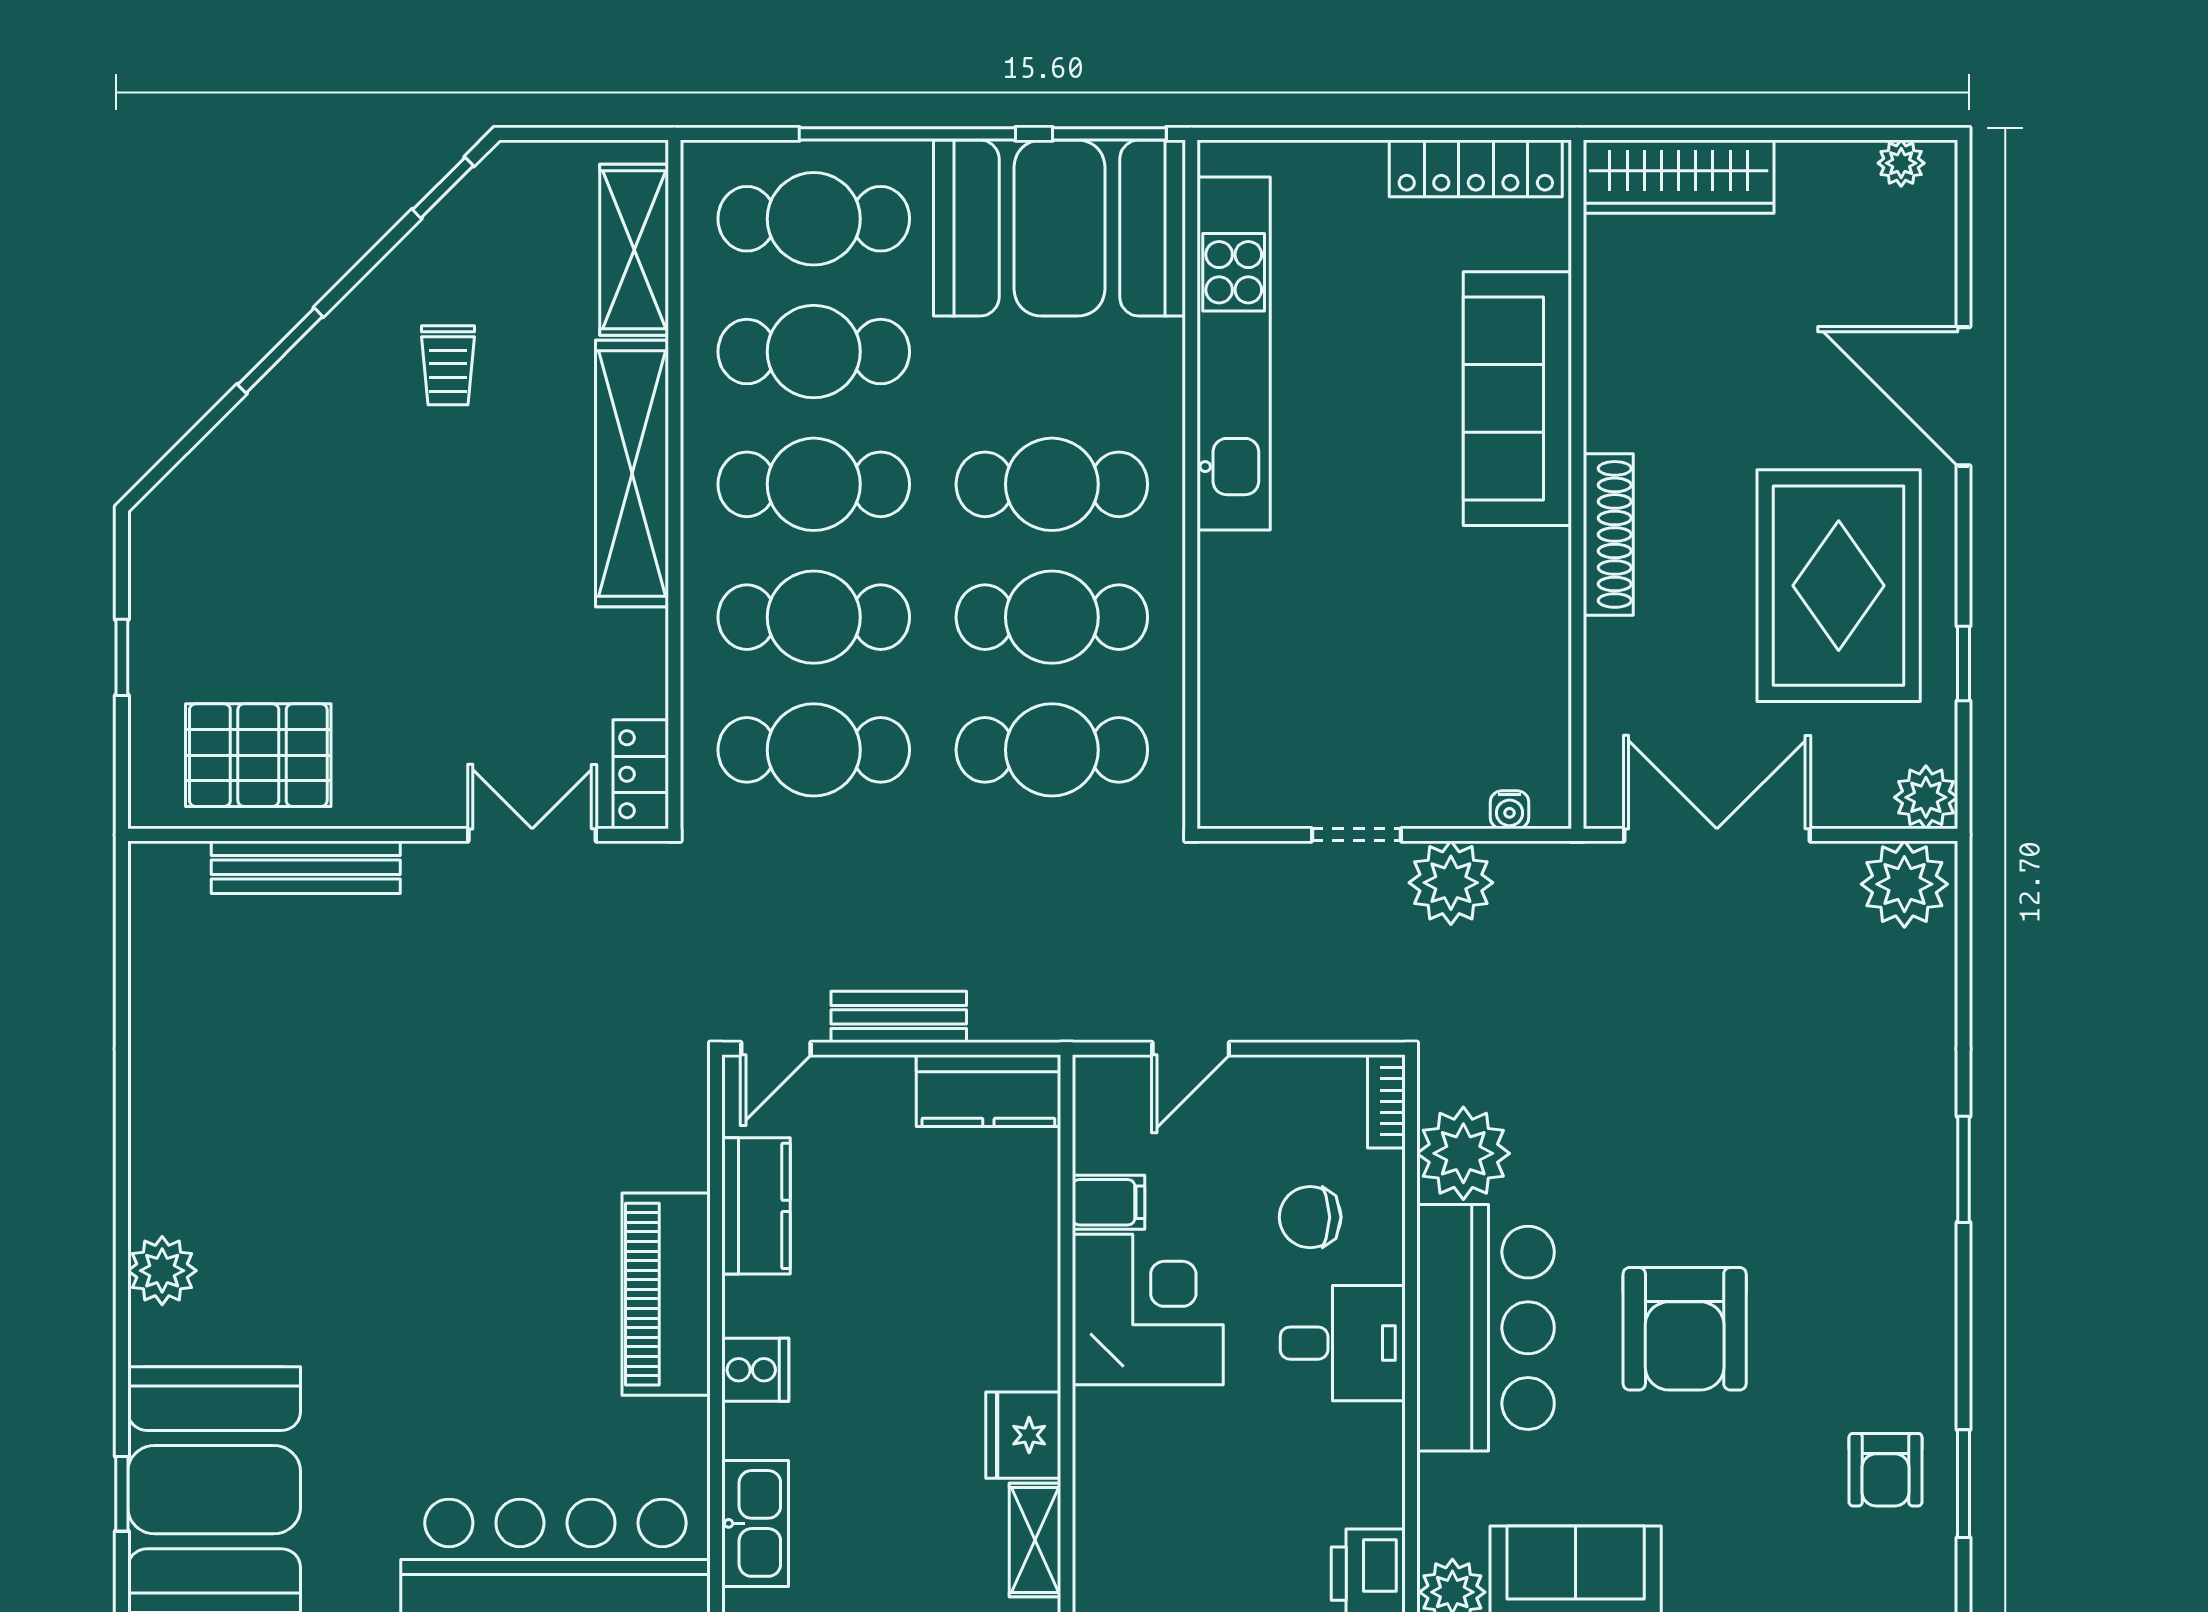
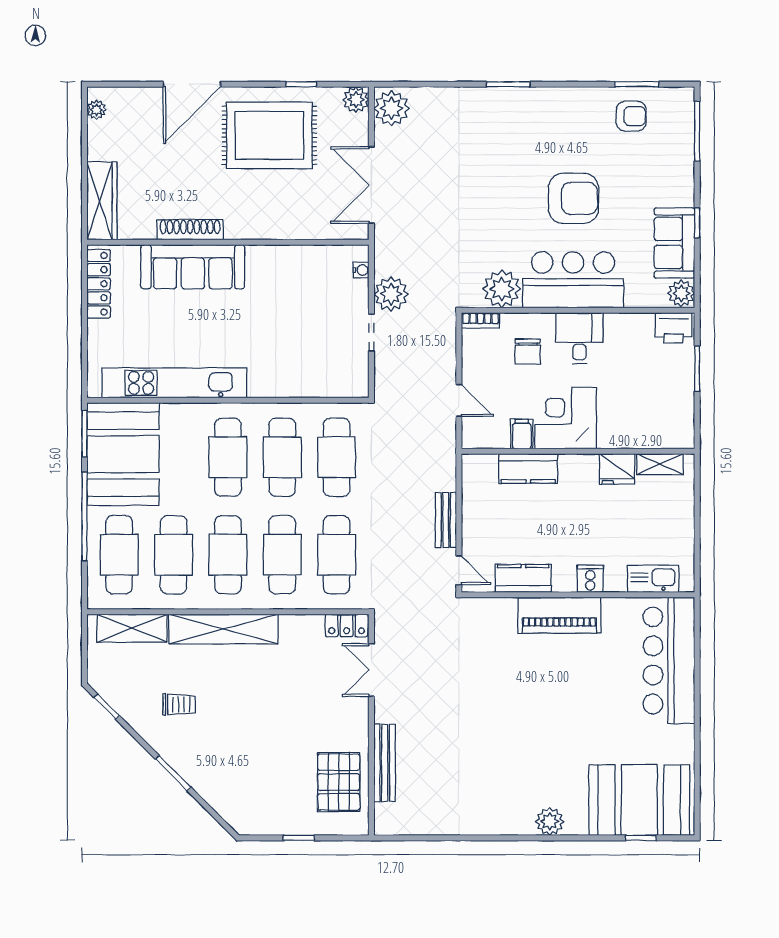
shoe rack: (1608, 534) -> (190, 230), moved
kitchen counter: (988, 1091) -> (528, 468), moved, turned 90

